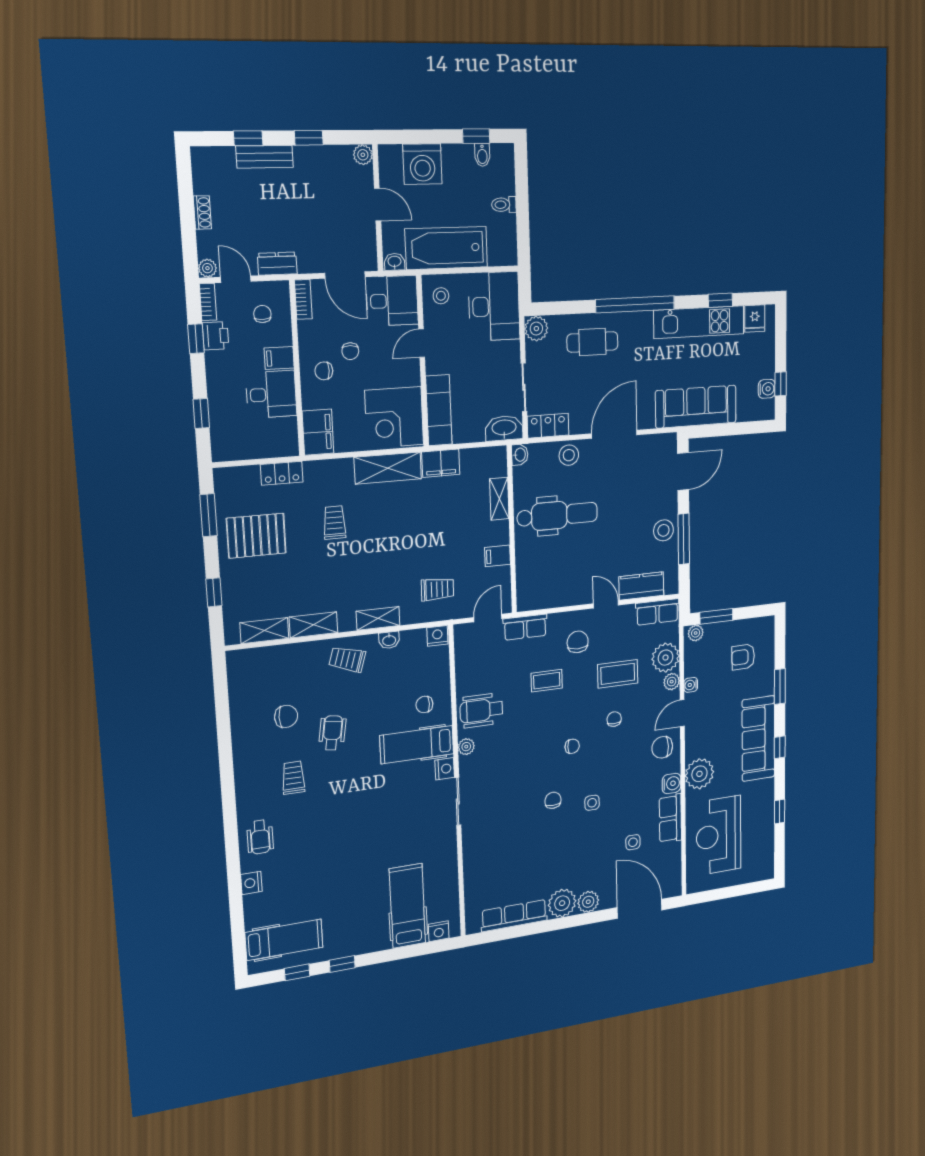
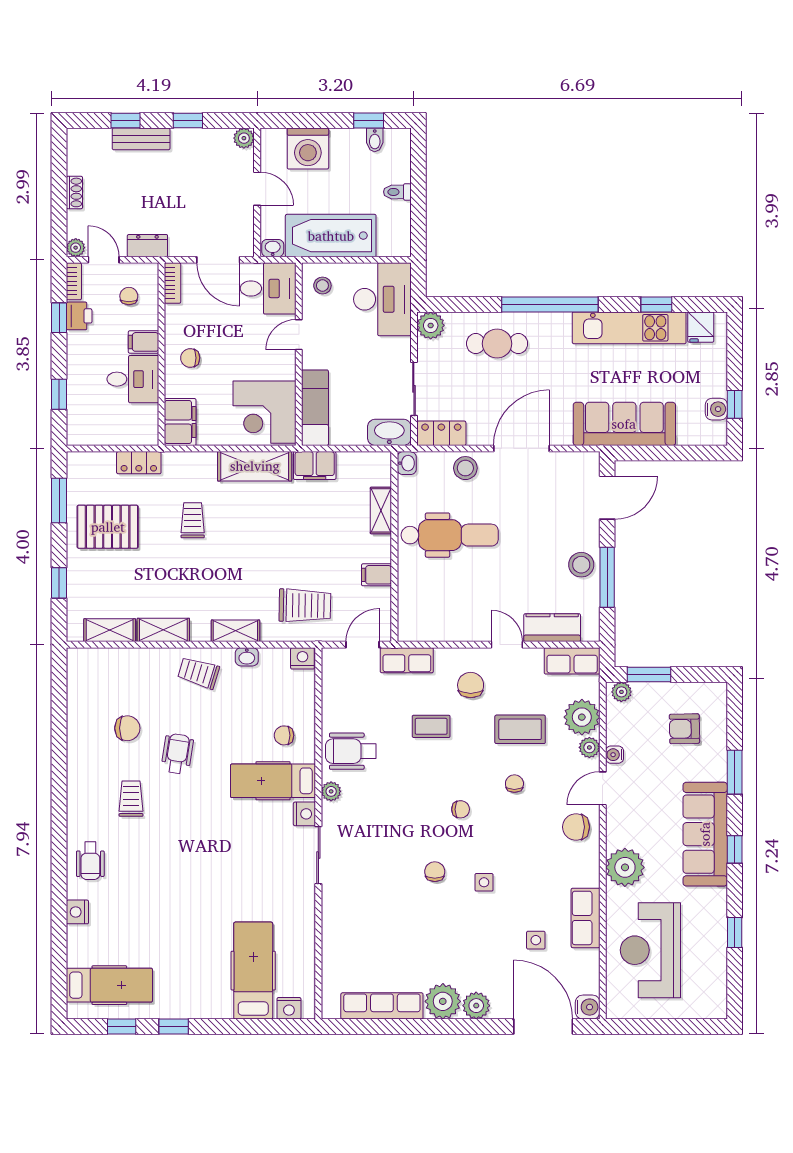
chair: (350, 351) -> (220, 339), removed
trolley: (437, 589) -> (305, 605), width x1.36, depth x1.39
water cooler: (672, 783) -> (588, 1007), moved

